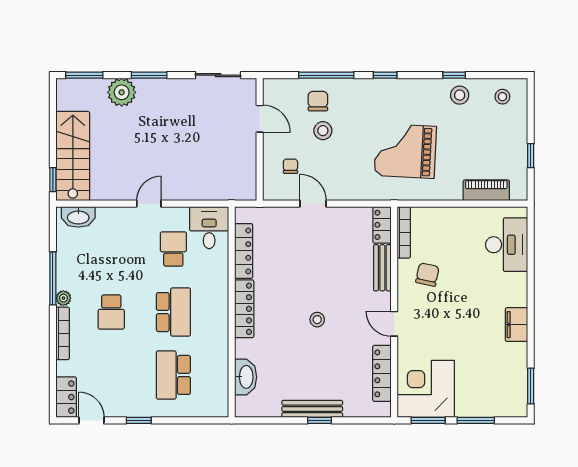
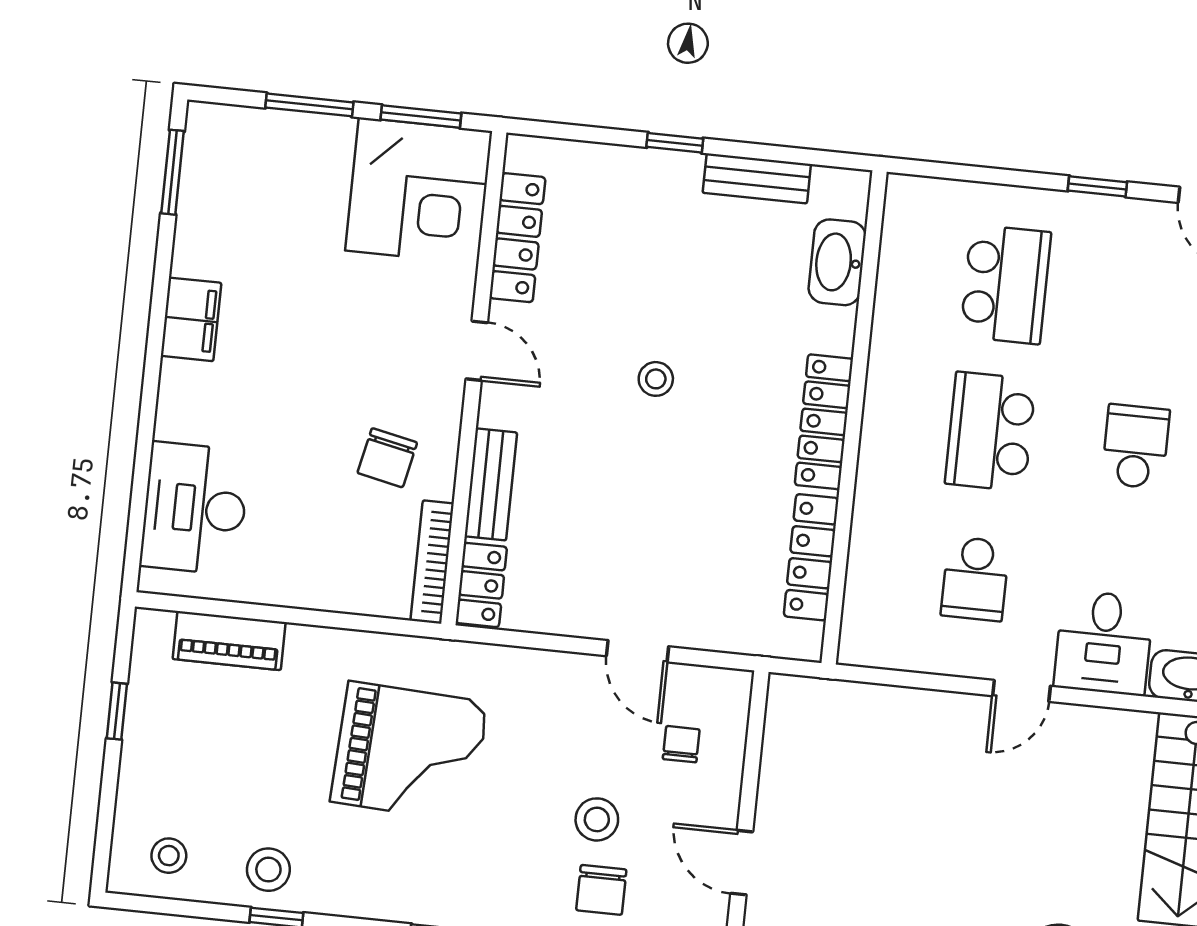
chair: (290, 166) -> (681, 744), turned 180
desk: (209, 228) -> (1104, 643), moved
bench: (312, 409) -> (757, 178), moved, width x0.73

